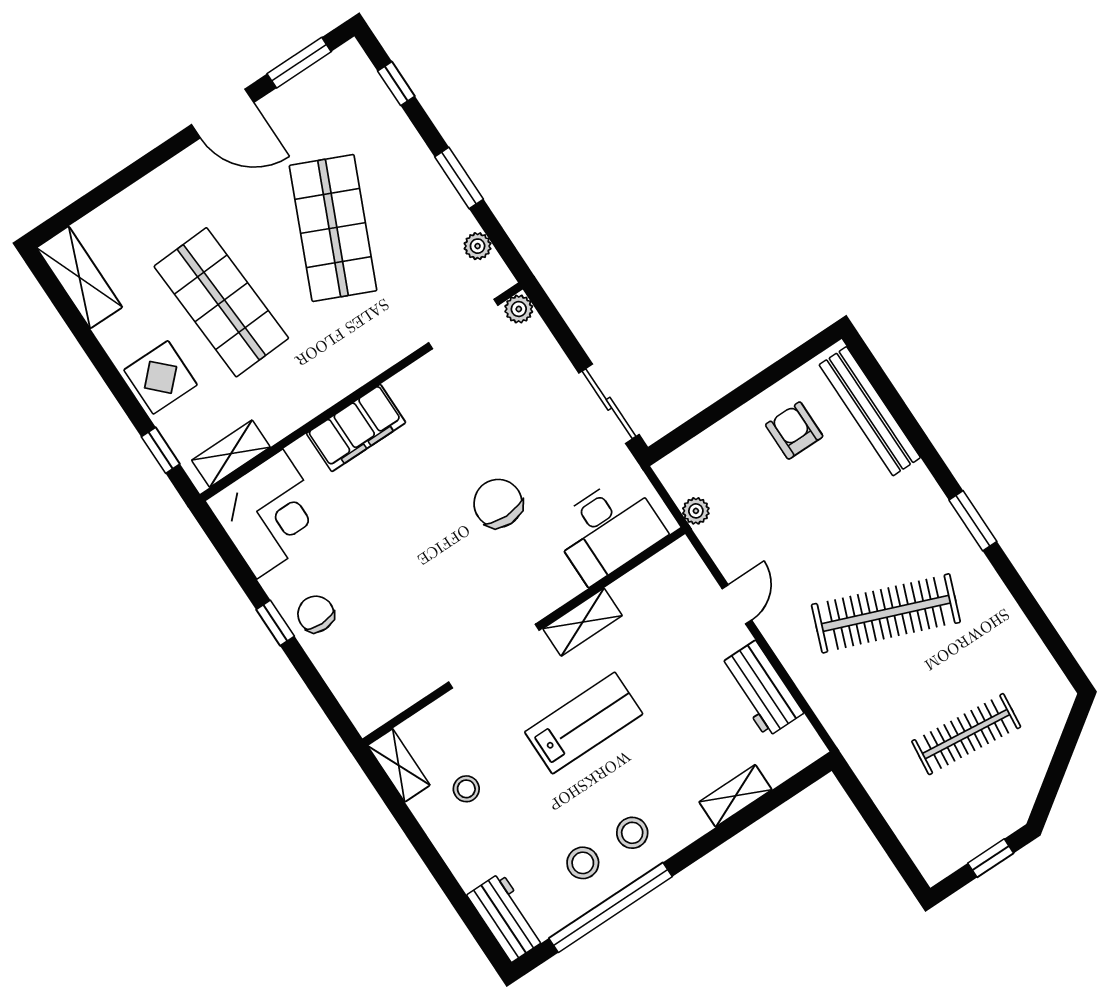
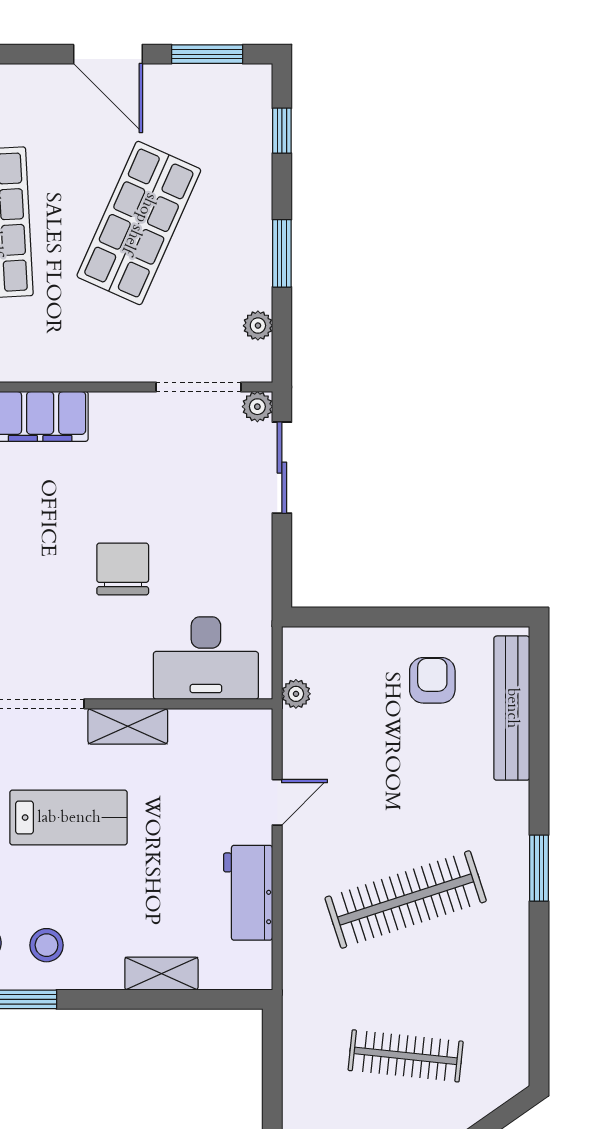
sliding door: (609, 404) -> (282, 468), moved
clothes rail: (886, 613) -> (406, 899), turned -39

